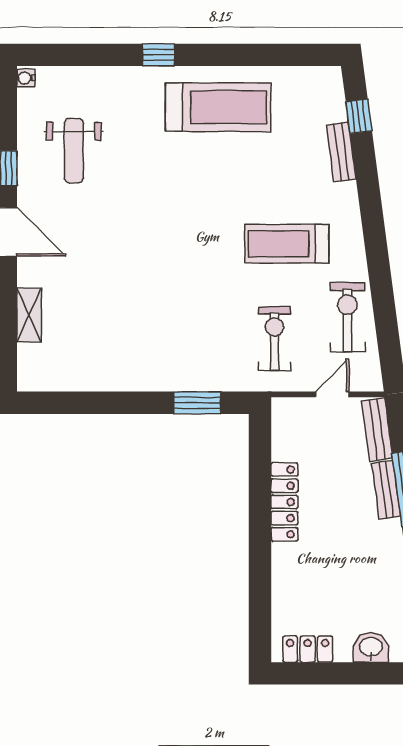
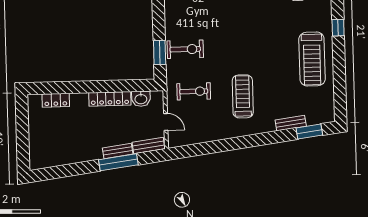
window: (359, 116) -> (309, 132), width x1.50
exercise bike: (347, 317) -> (185, 49), moved
washbasin: (371, 647) -> (141, 99), moved, turned 90
locker: (308, 649) -> (56, 100), moved, turned 90

